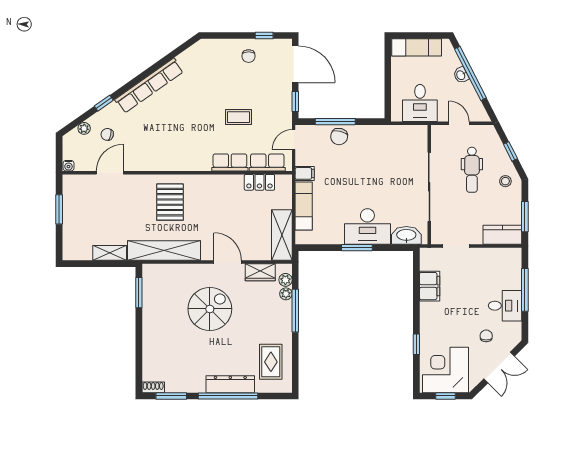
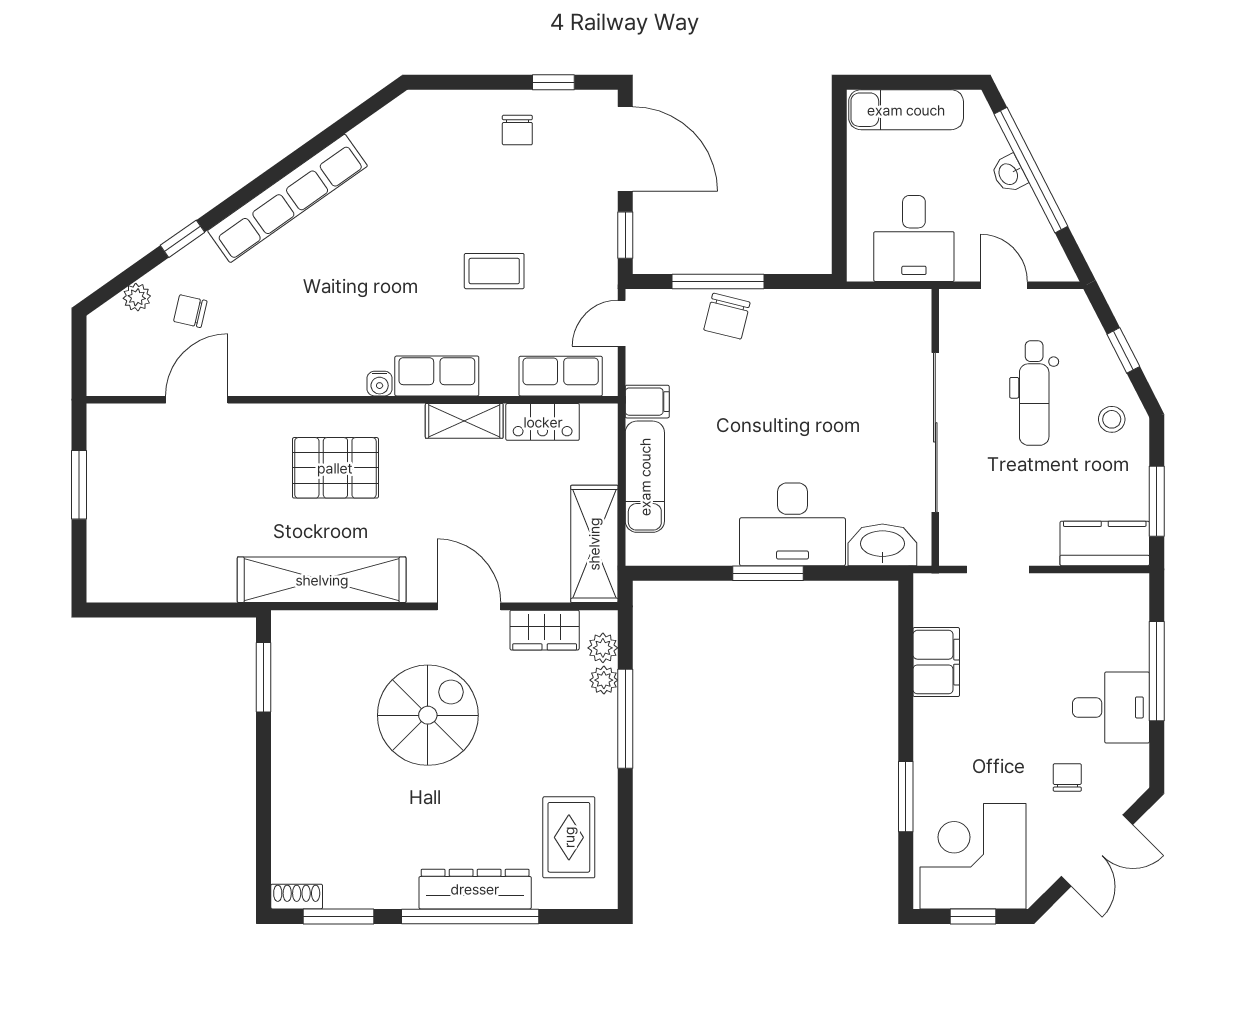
row of seats: (230, 162) -> (437, 376), moved
water cooler: (69, 166) -> (380, 384), moved
pallet: (170, 202) -> (335, 468), turned 90
shelving: (110, 253) -> (464, 421), moved
window: (416, 344) -> (906, 797), width x1.50

